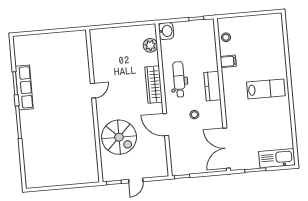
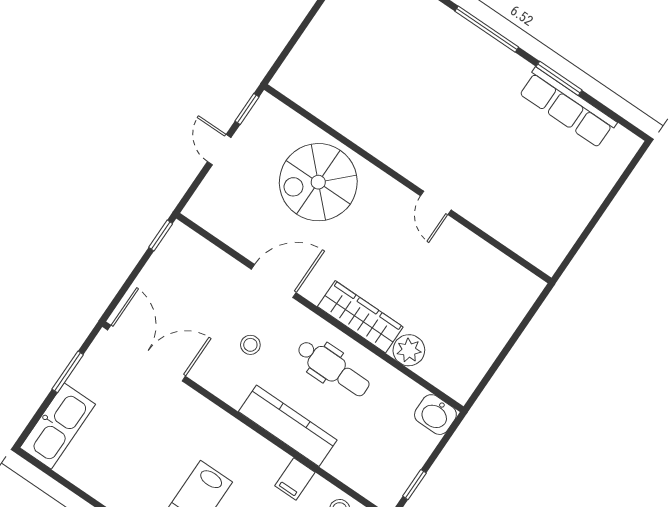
plant: (150, 45) -> (409, 350), moved
kitchen counter: (212, 86) -> (288, 426), width x1.50
row of seats: (24, 88) -> (568, 108), moved

